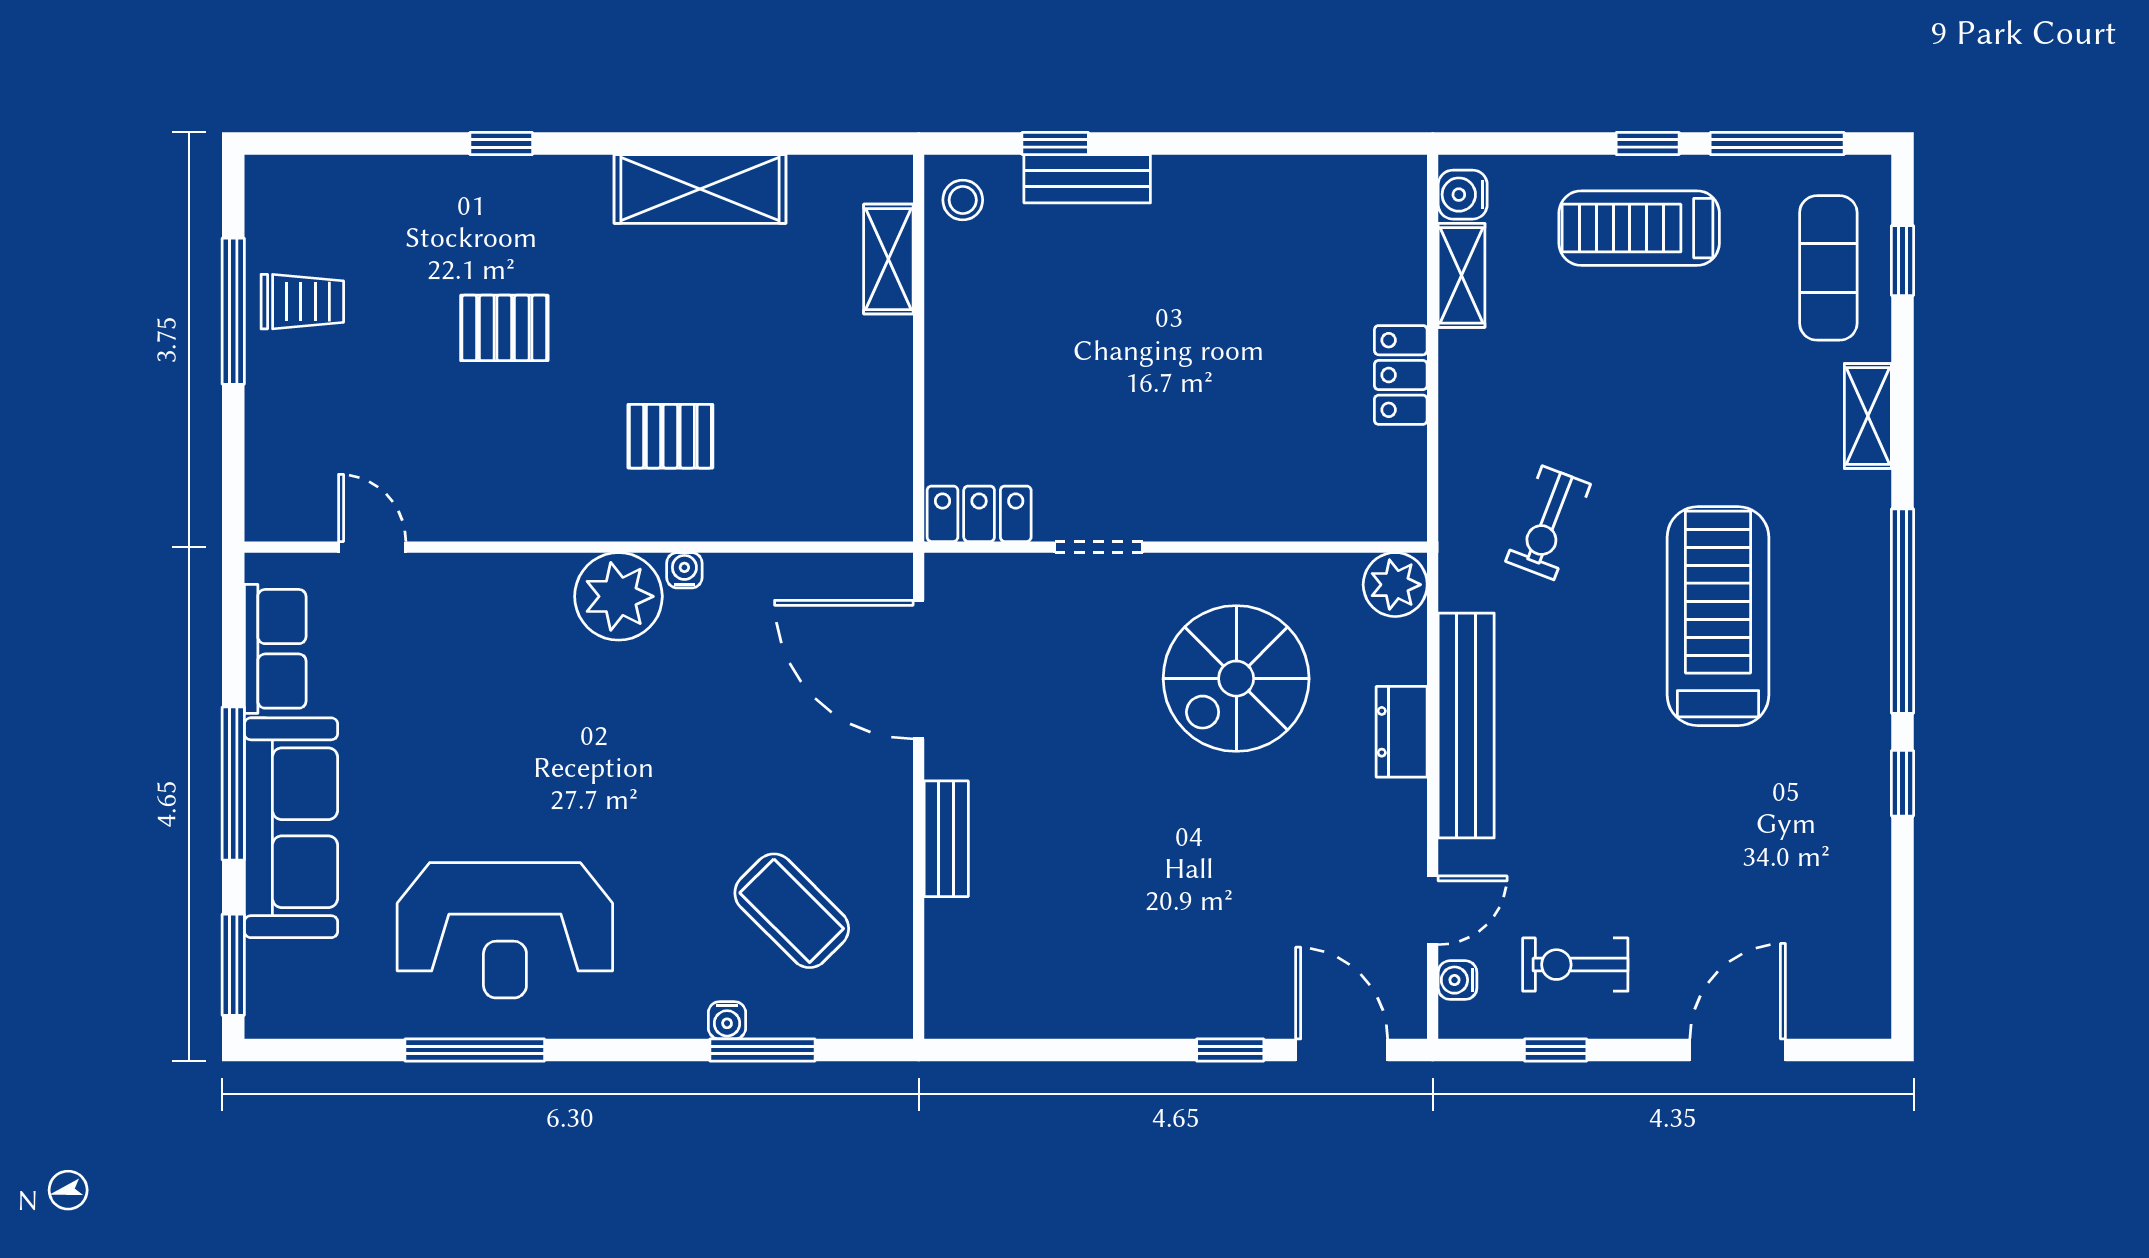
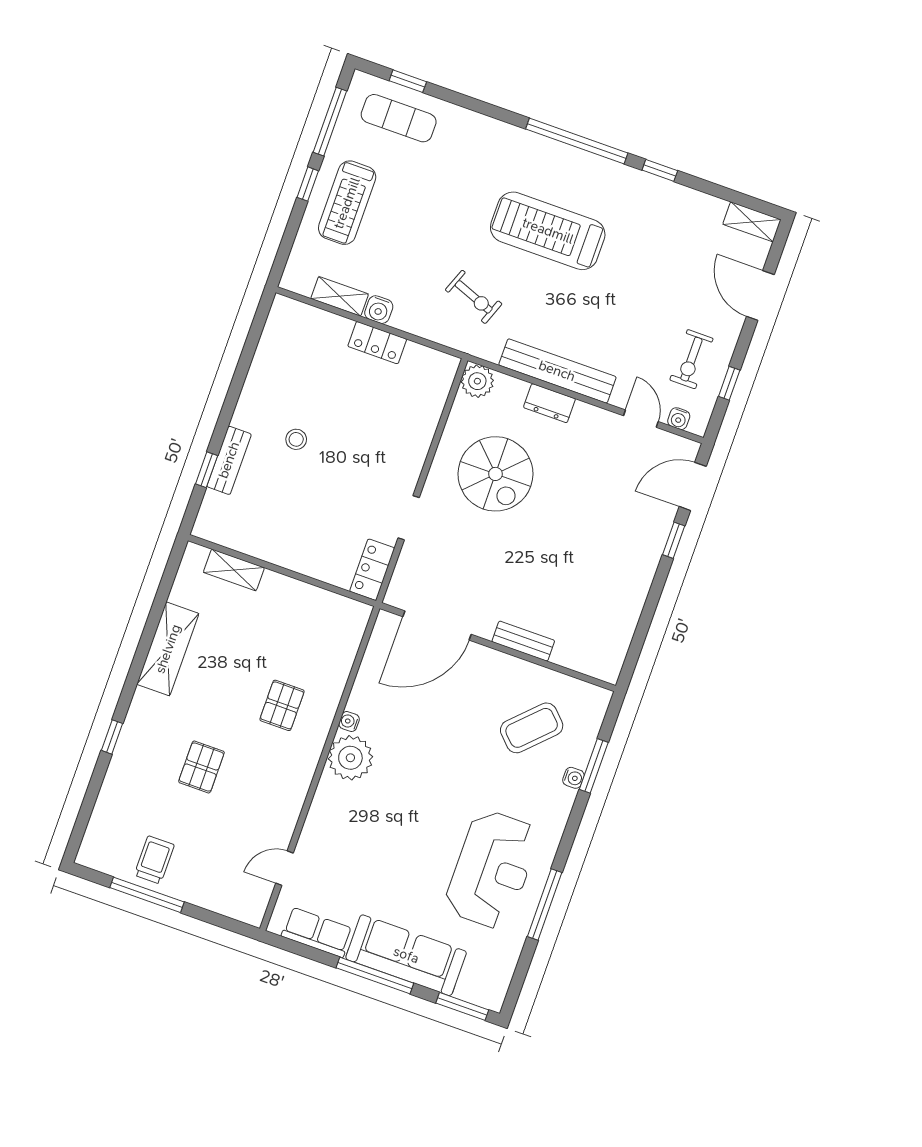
water cooler: (1463, 195) -> (379, 310), moved
stool: (963, 200) -> (296, 439), moved
shelving: (1868, 416) -> (752, 222), moved

